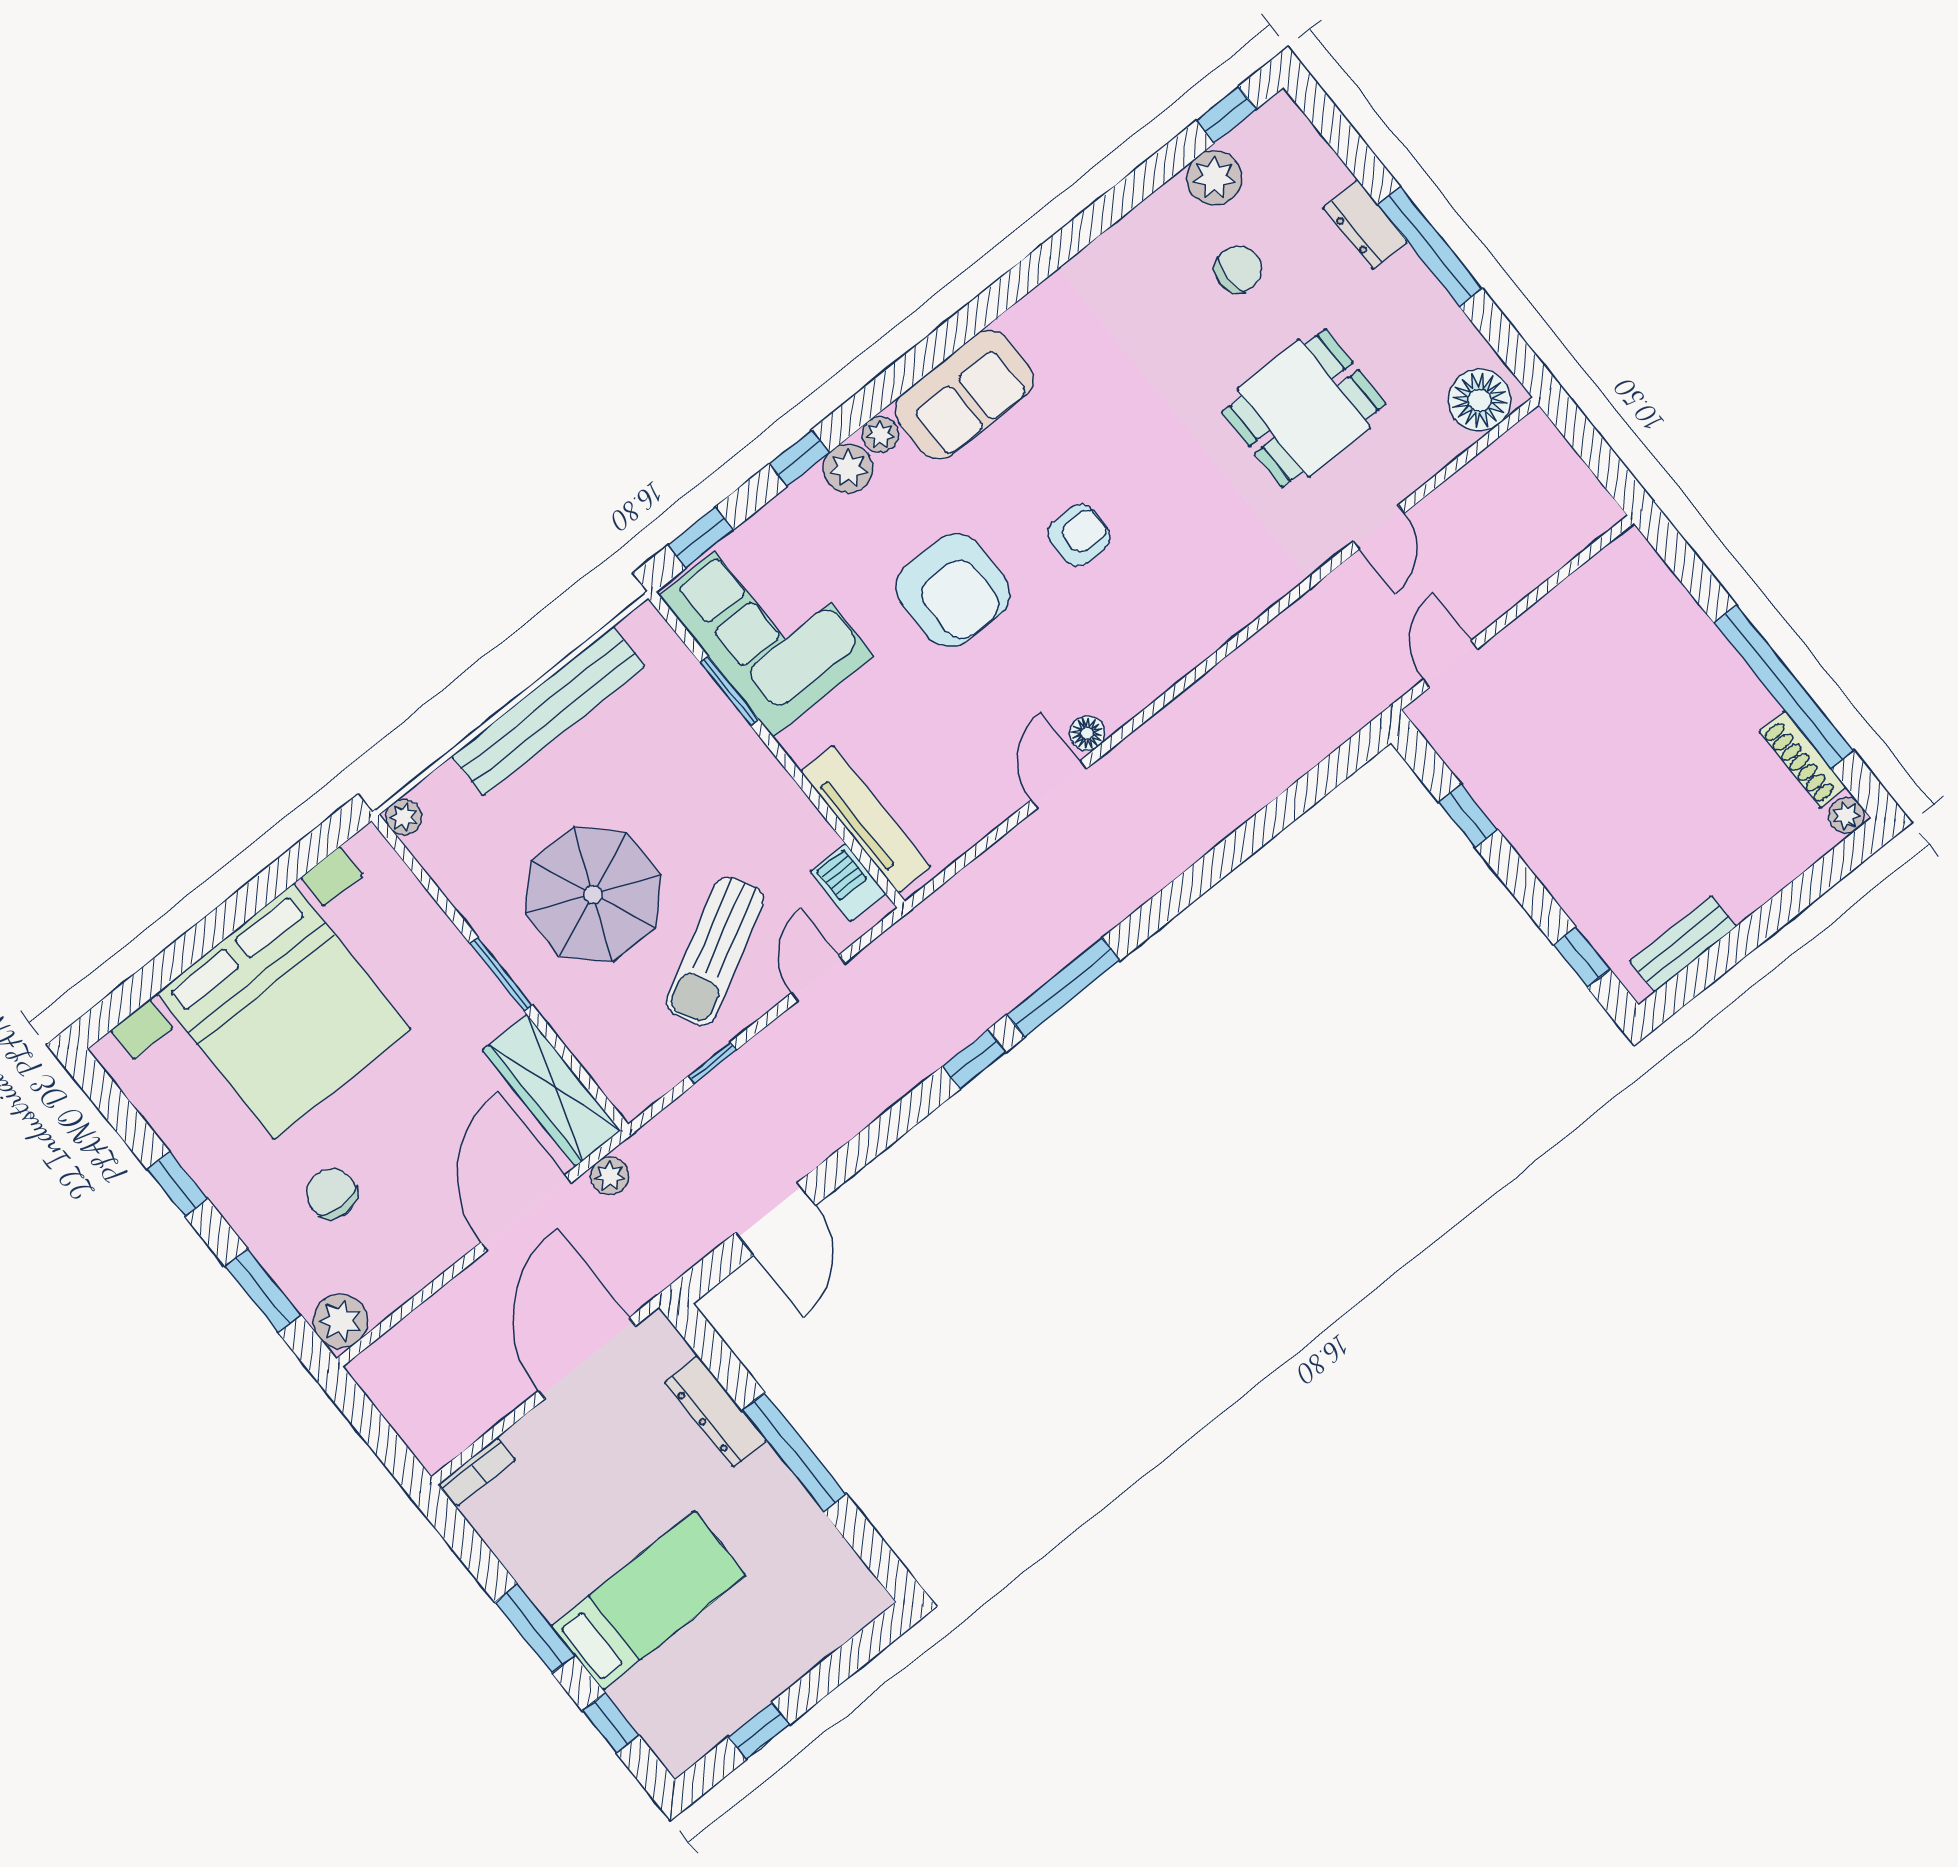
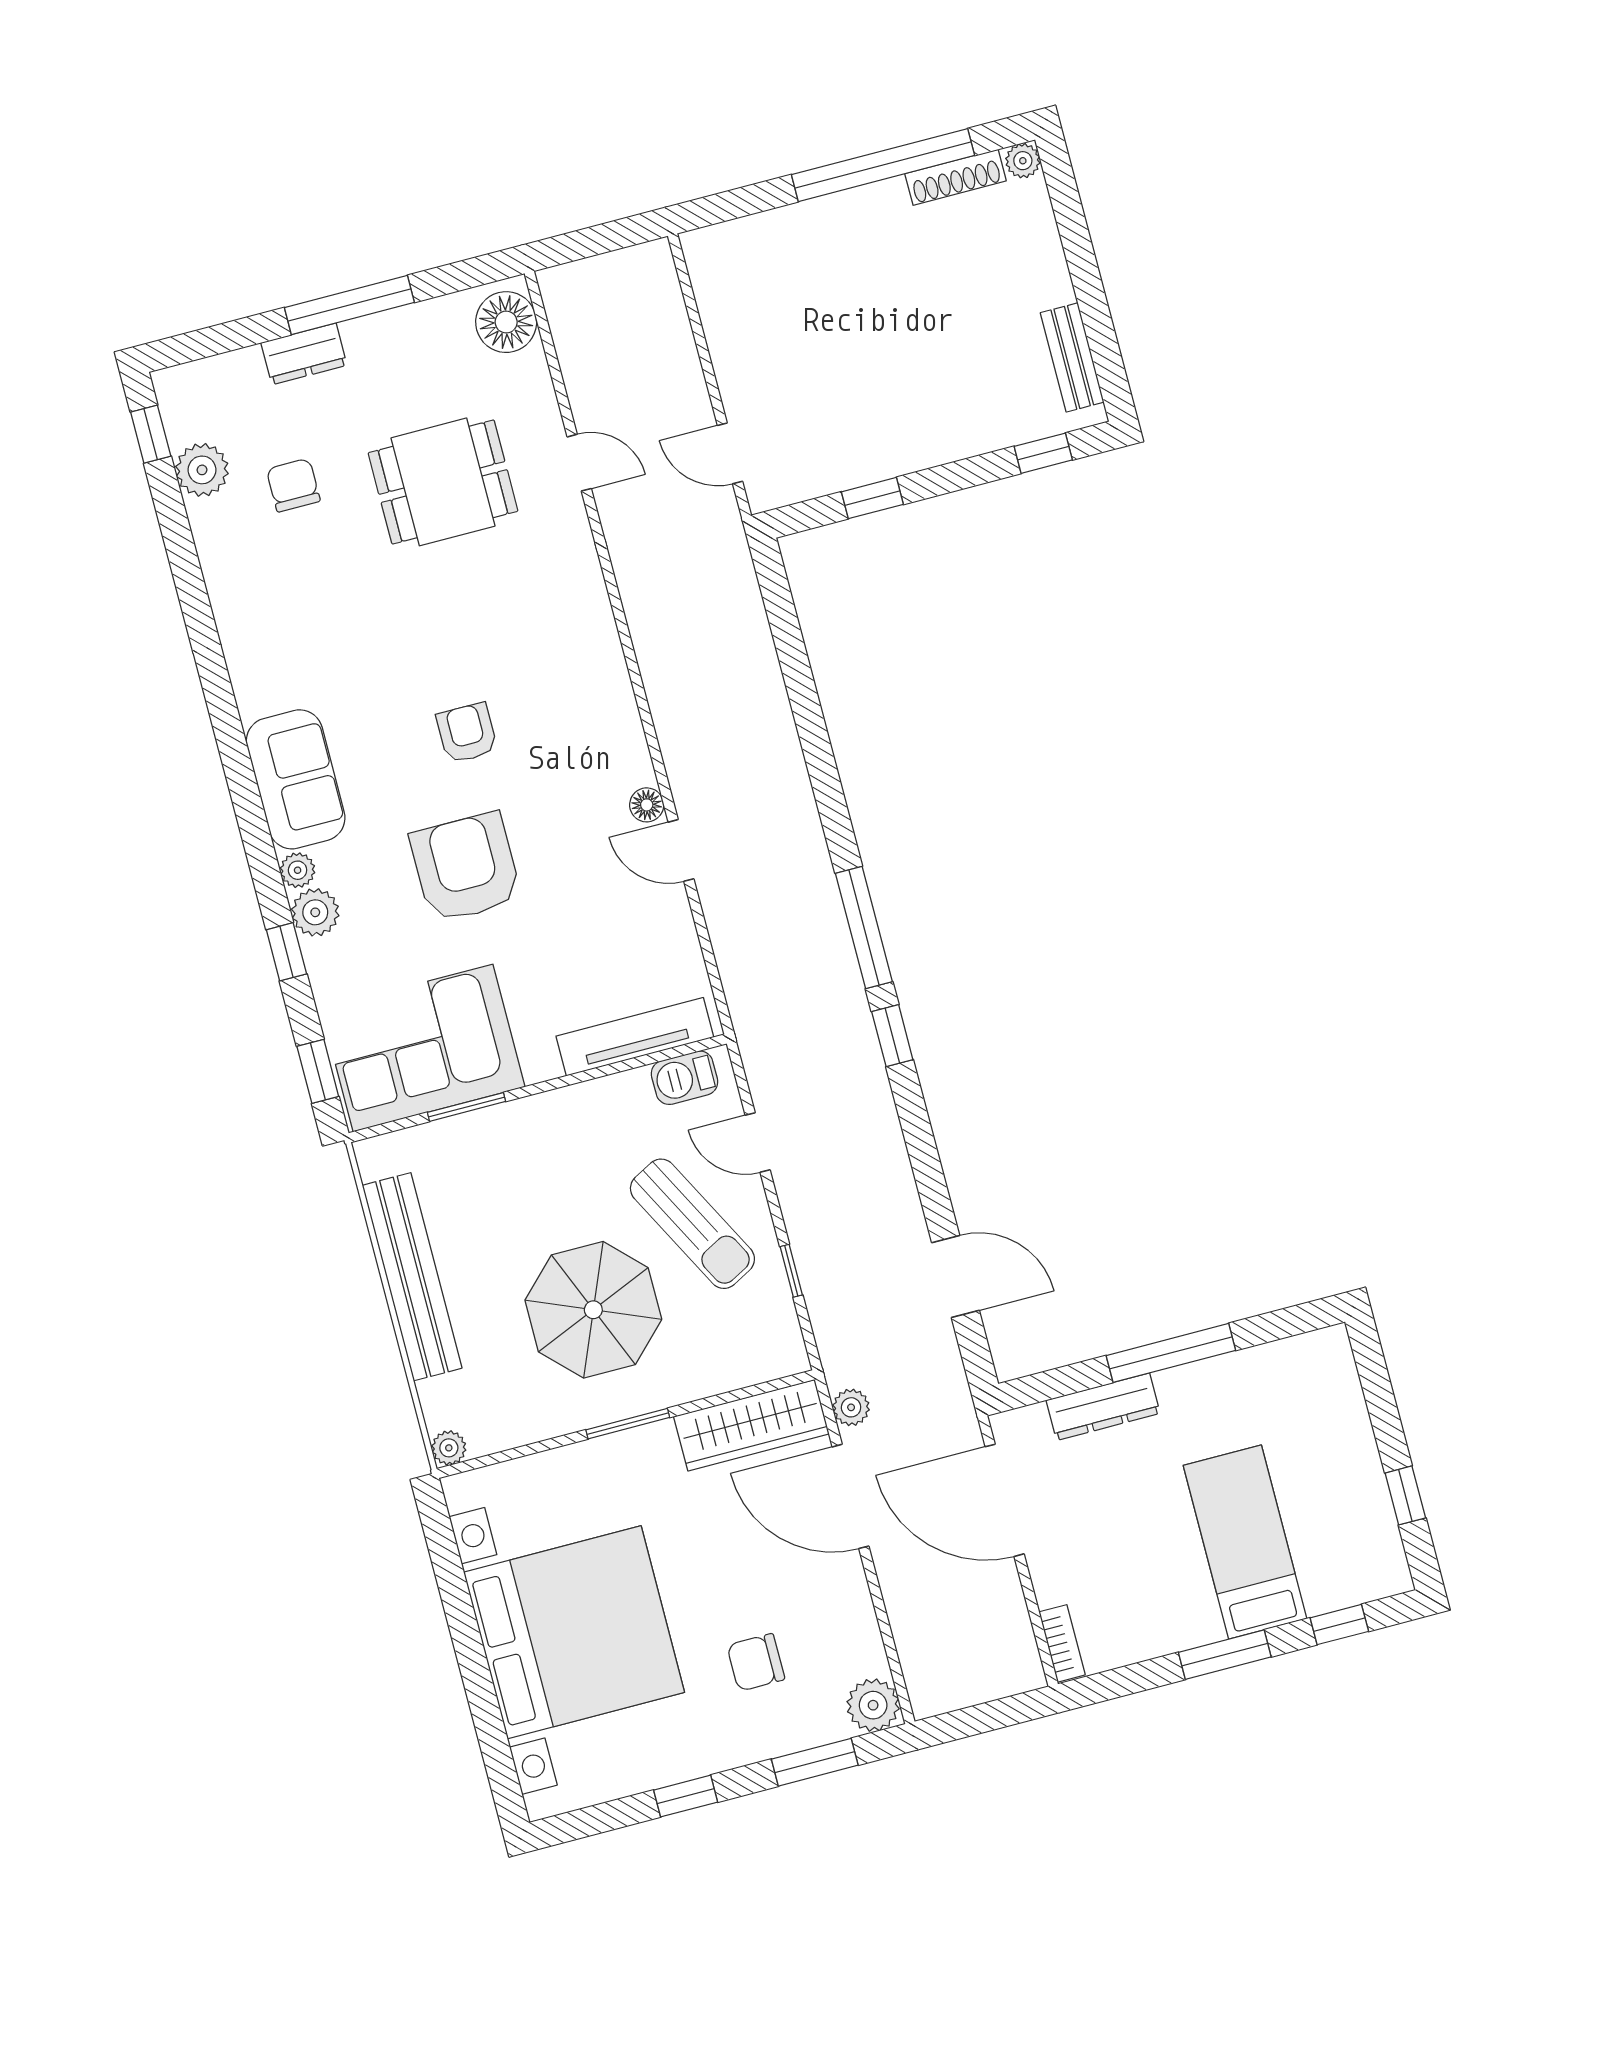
dining table: (1304, 408) -> (443, 482), turned 90
armchair: (953, 590) -> (466, 868), turned -90

